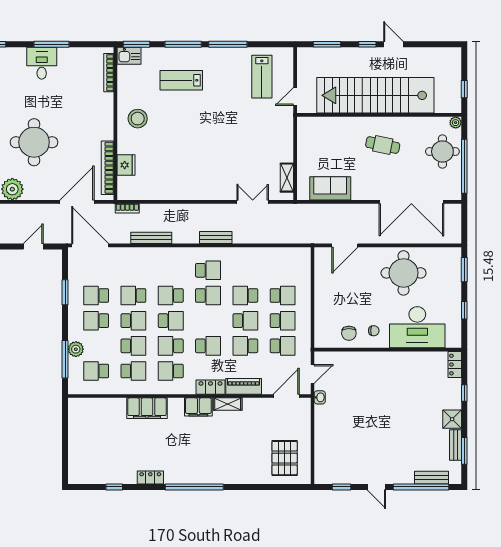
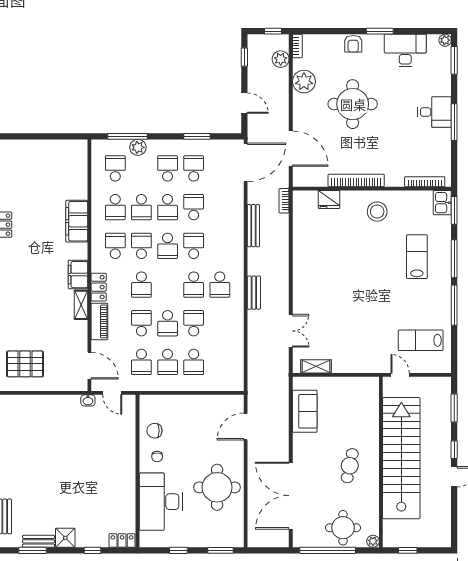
bookcase: (108, 168) -> (356, 180), moved
door: (345, 245) -> (246, 426), hinge flipped

